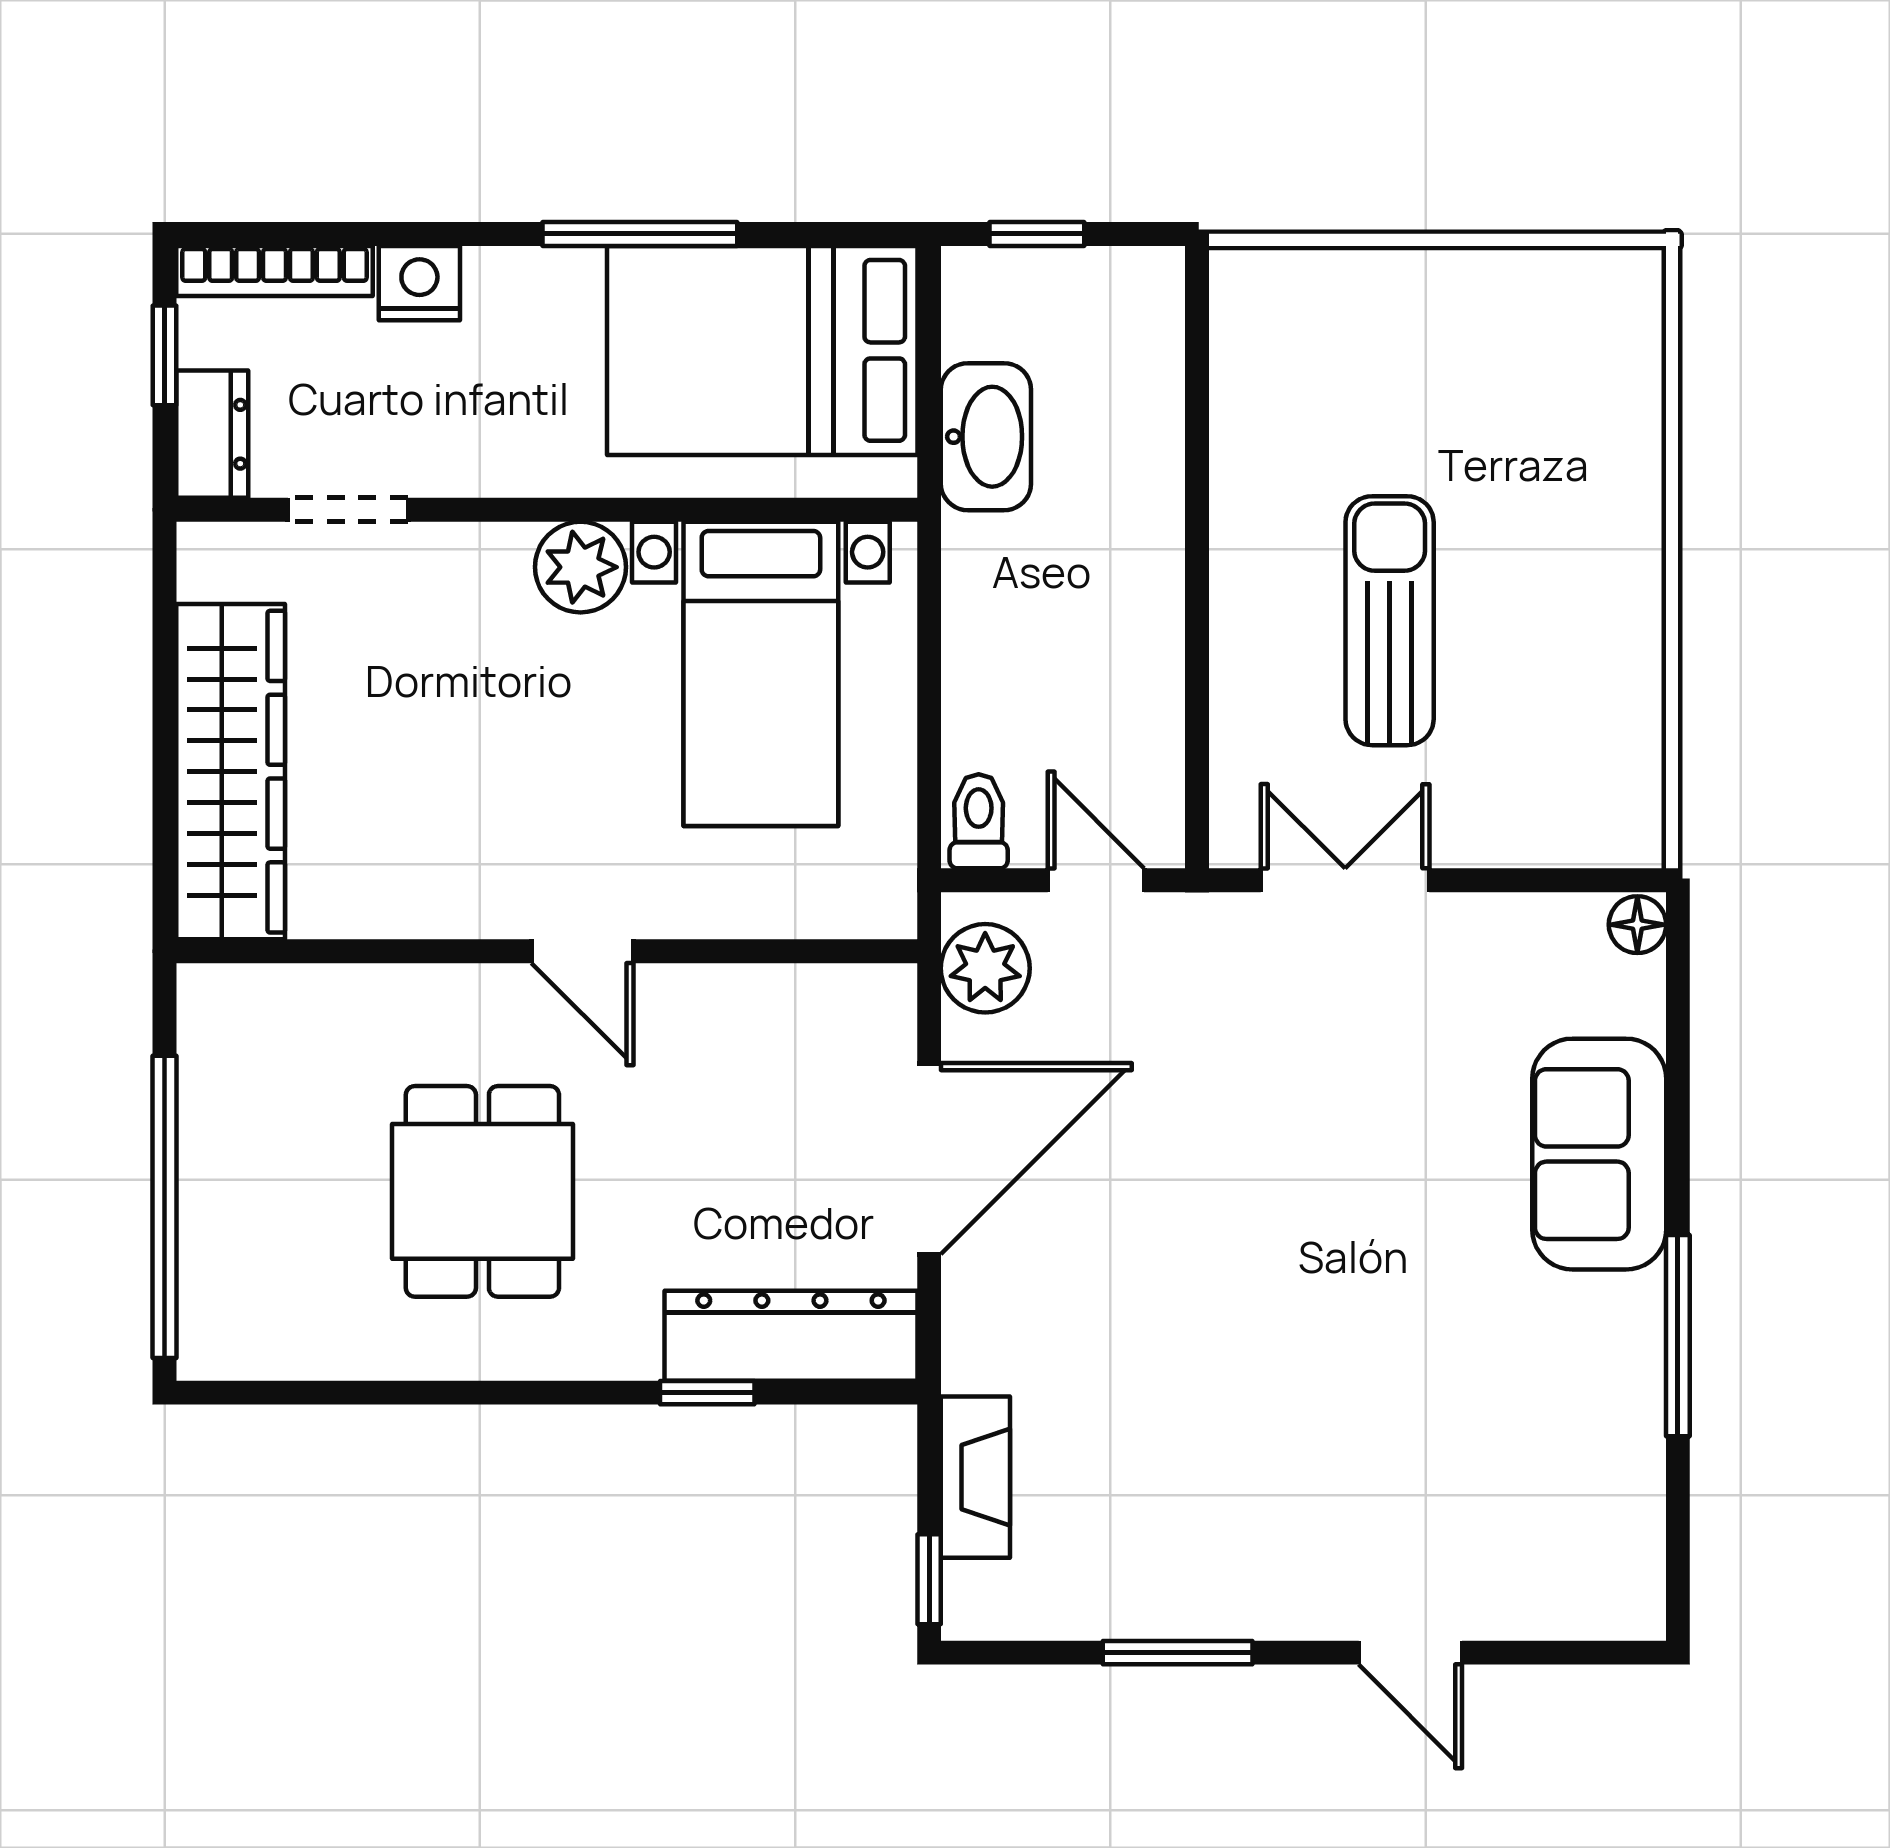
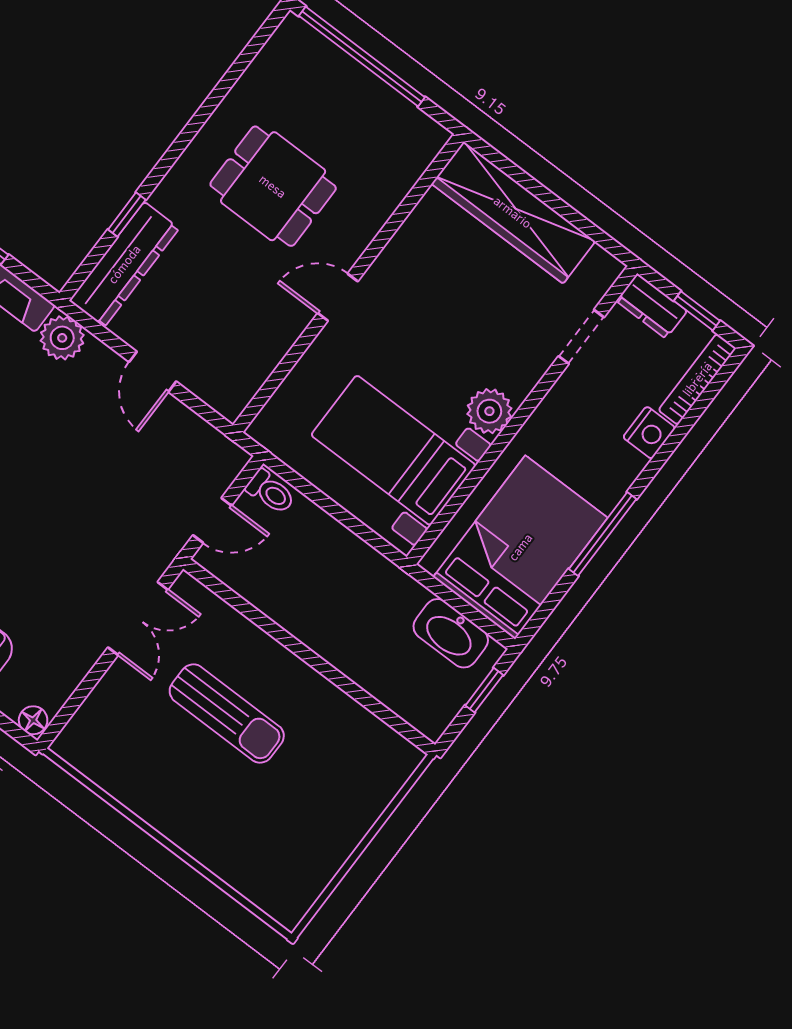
washbasin: (986, 437) -> (451, 633), moved
plant: (985, 968) -> (62, 338), moved
door: (929, 1159) -> (153, 372), width x0.53

